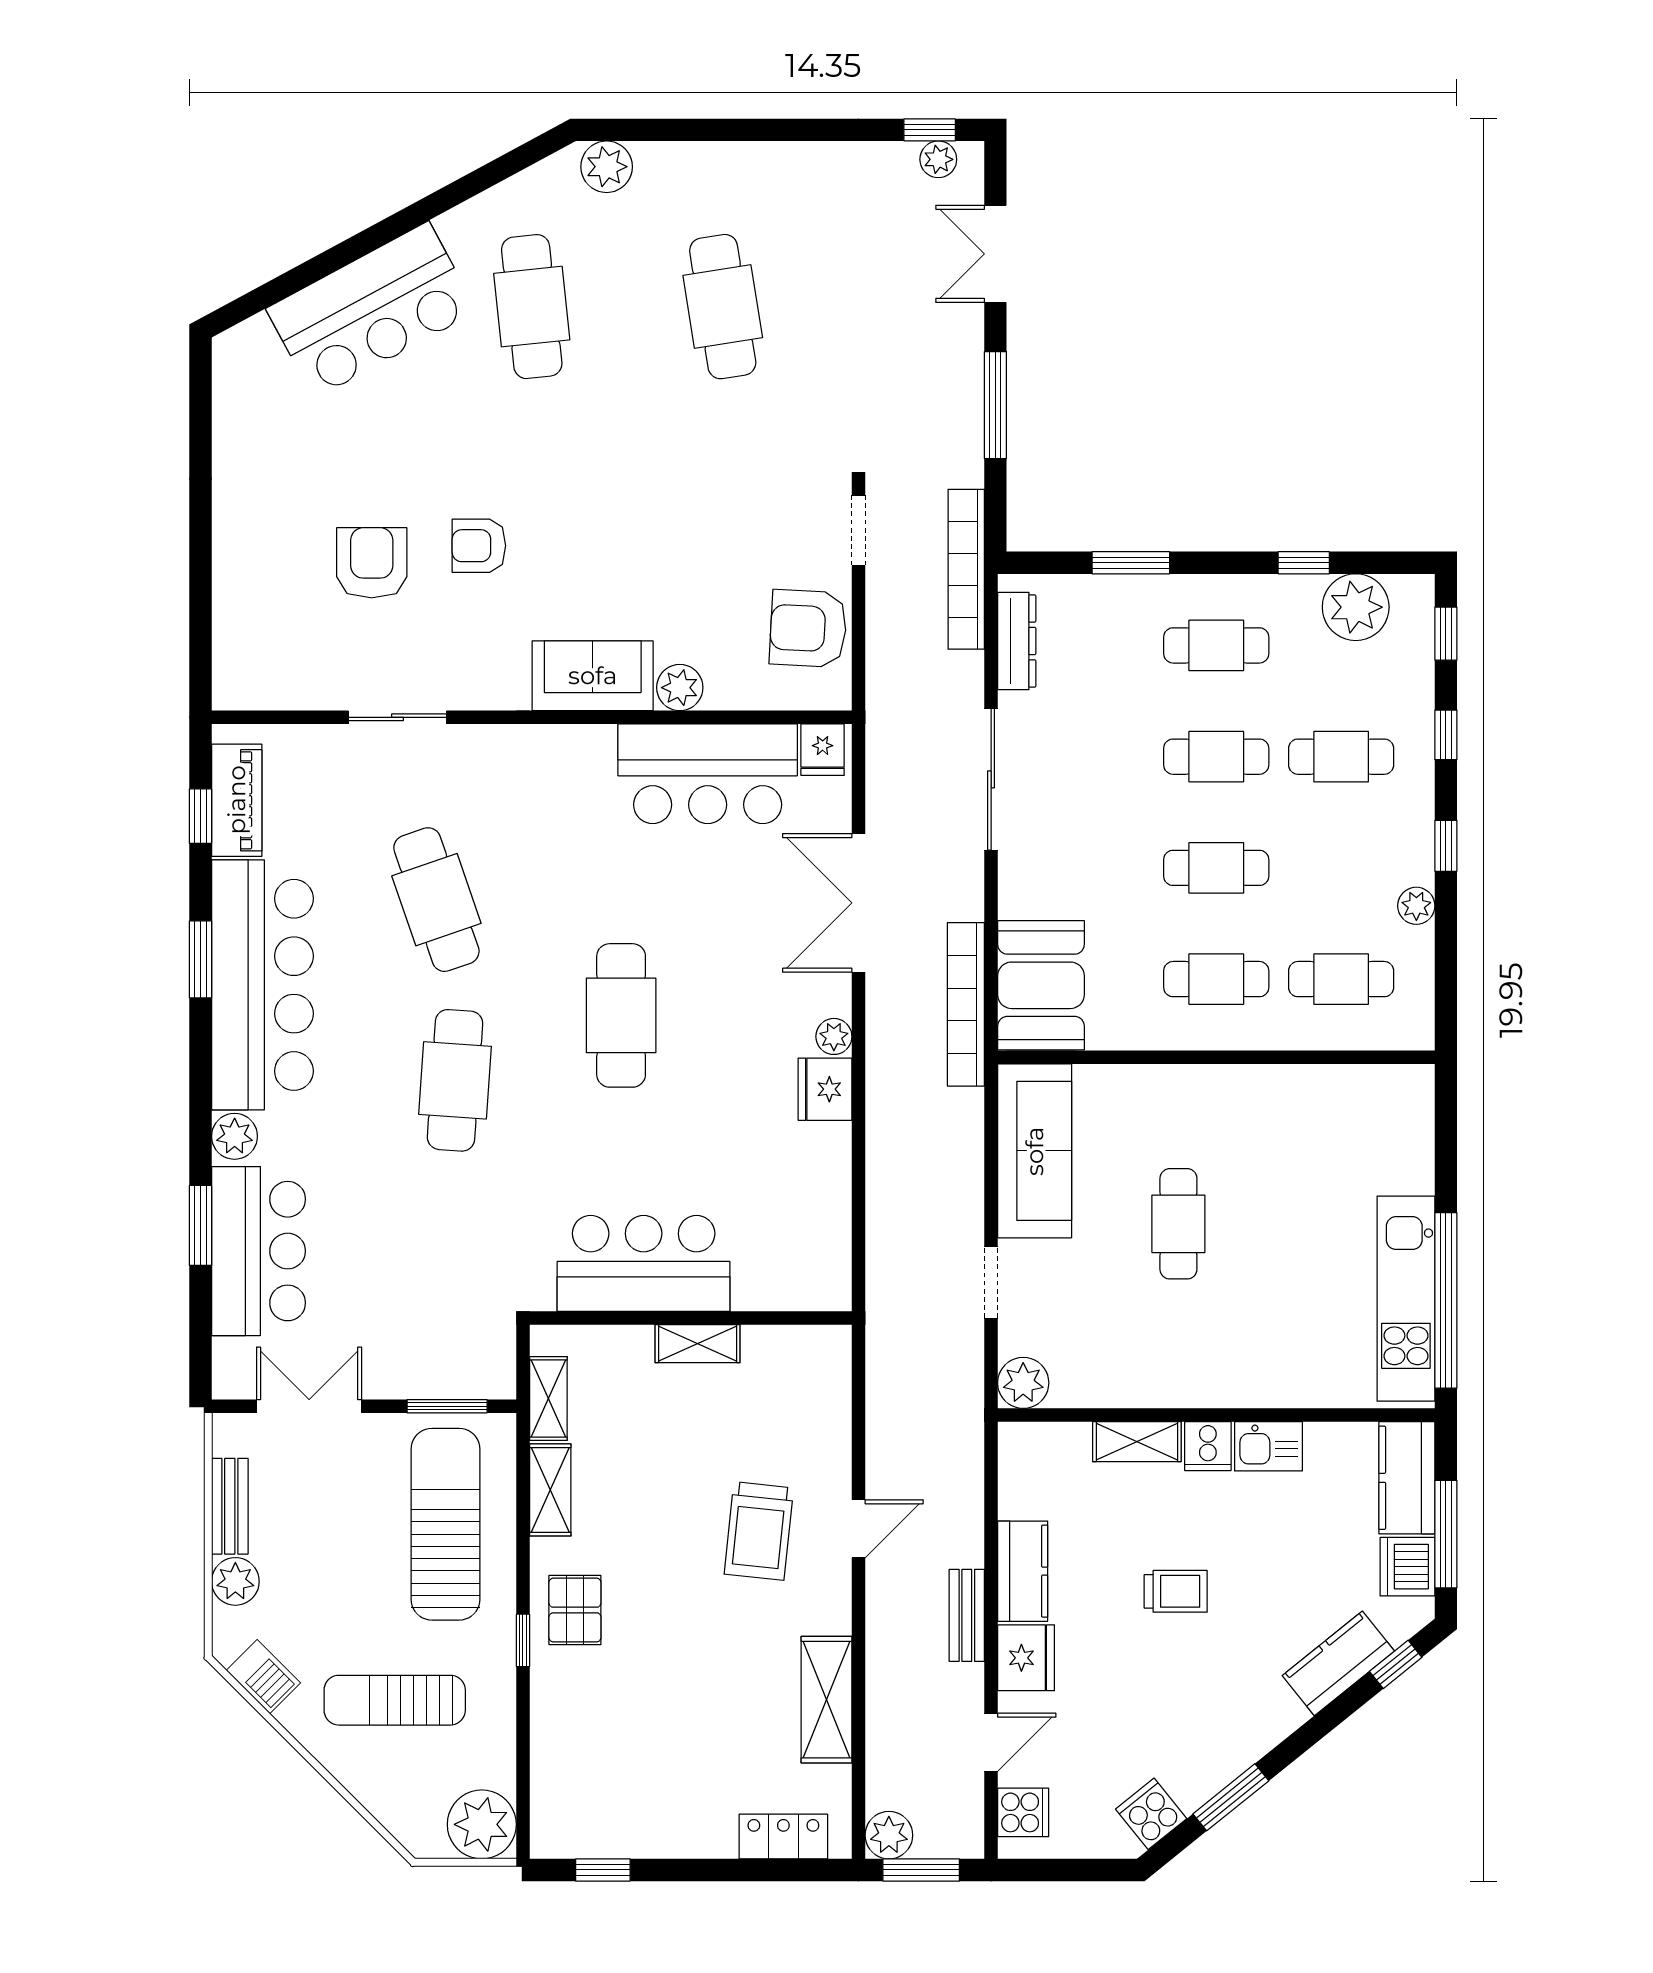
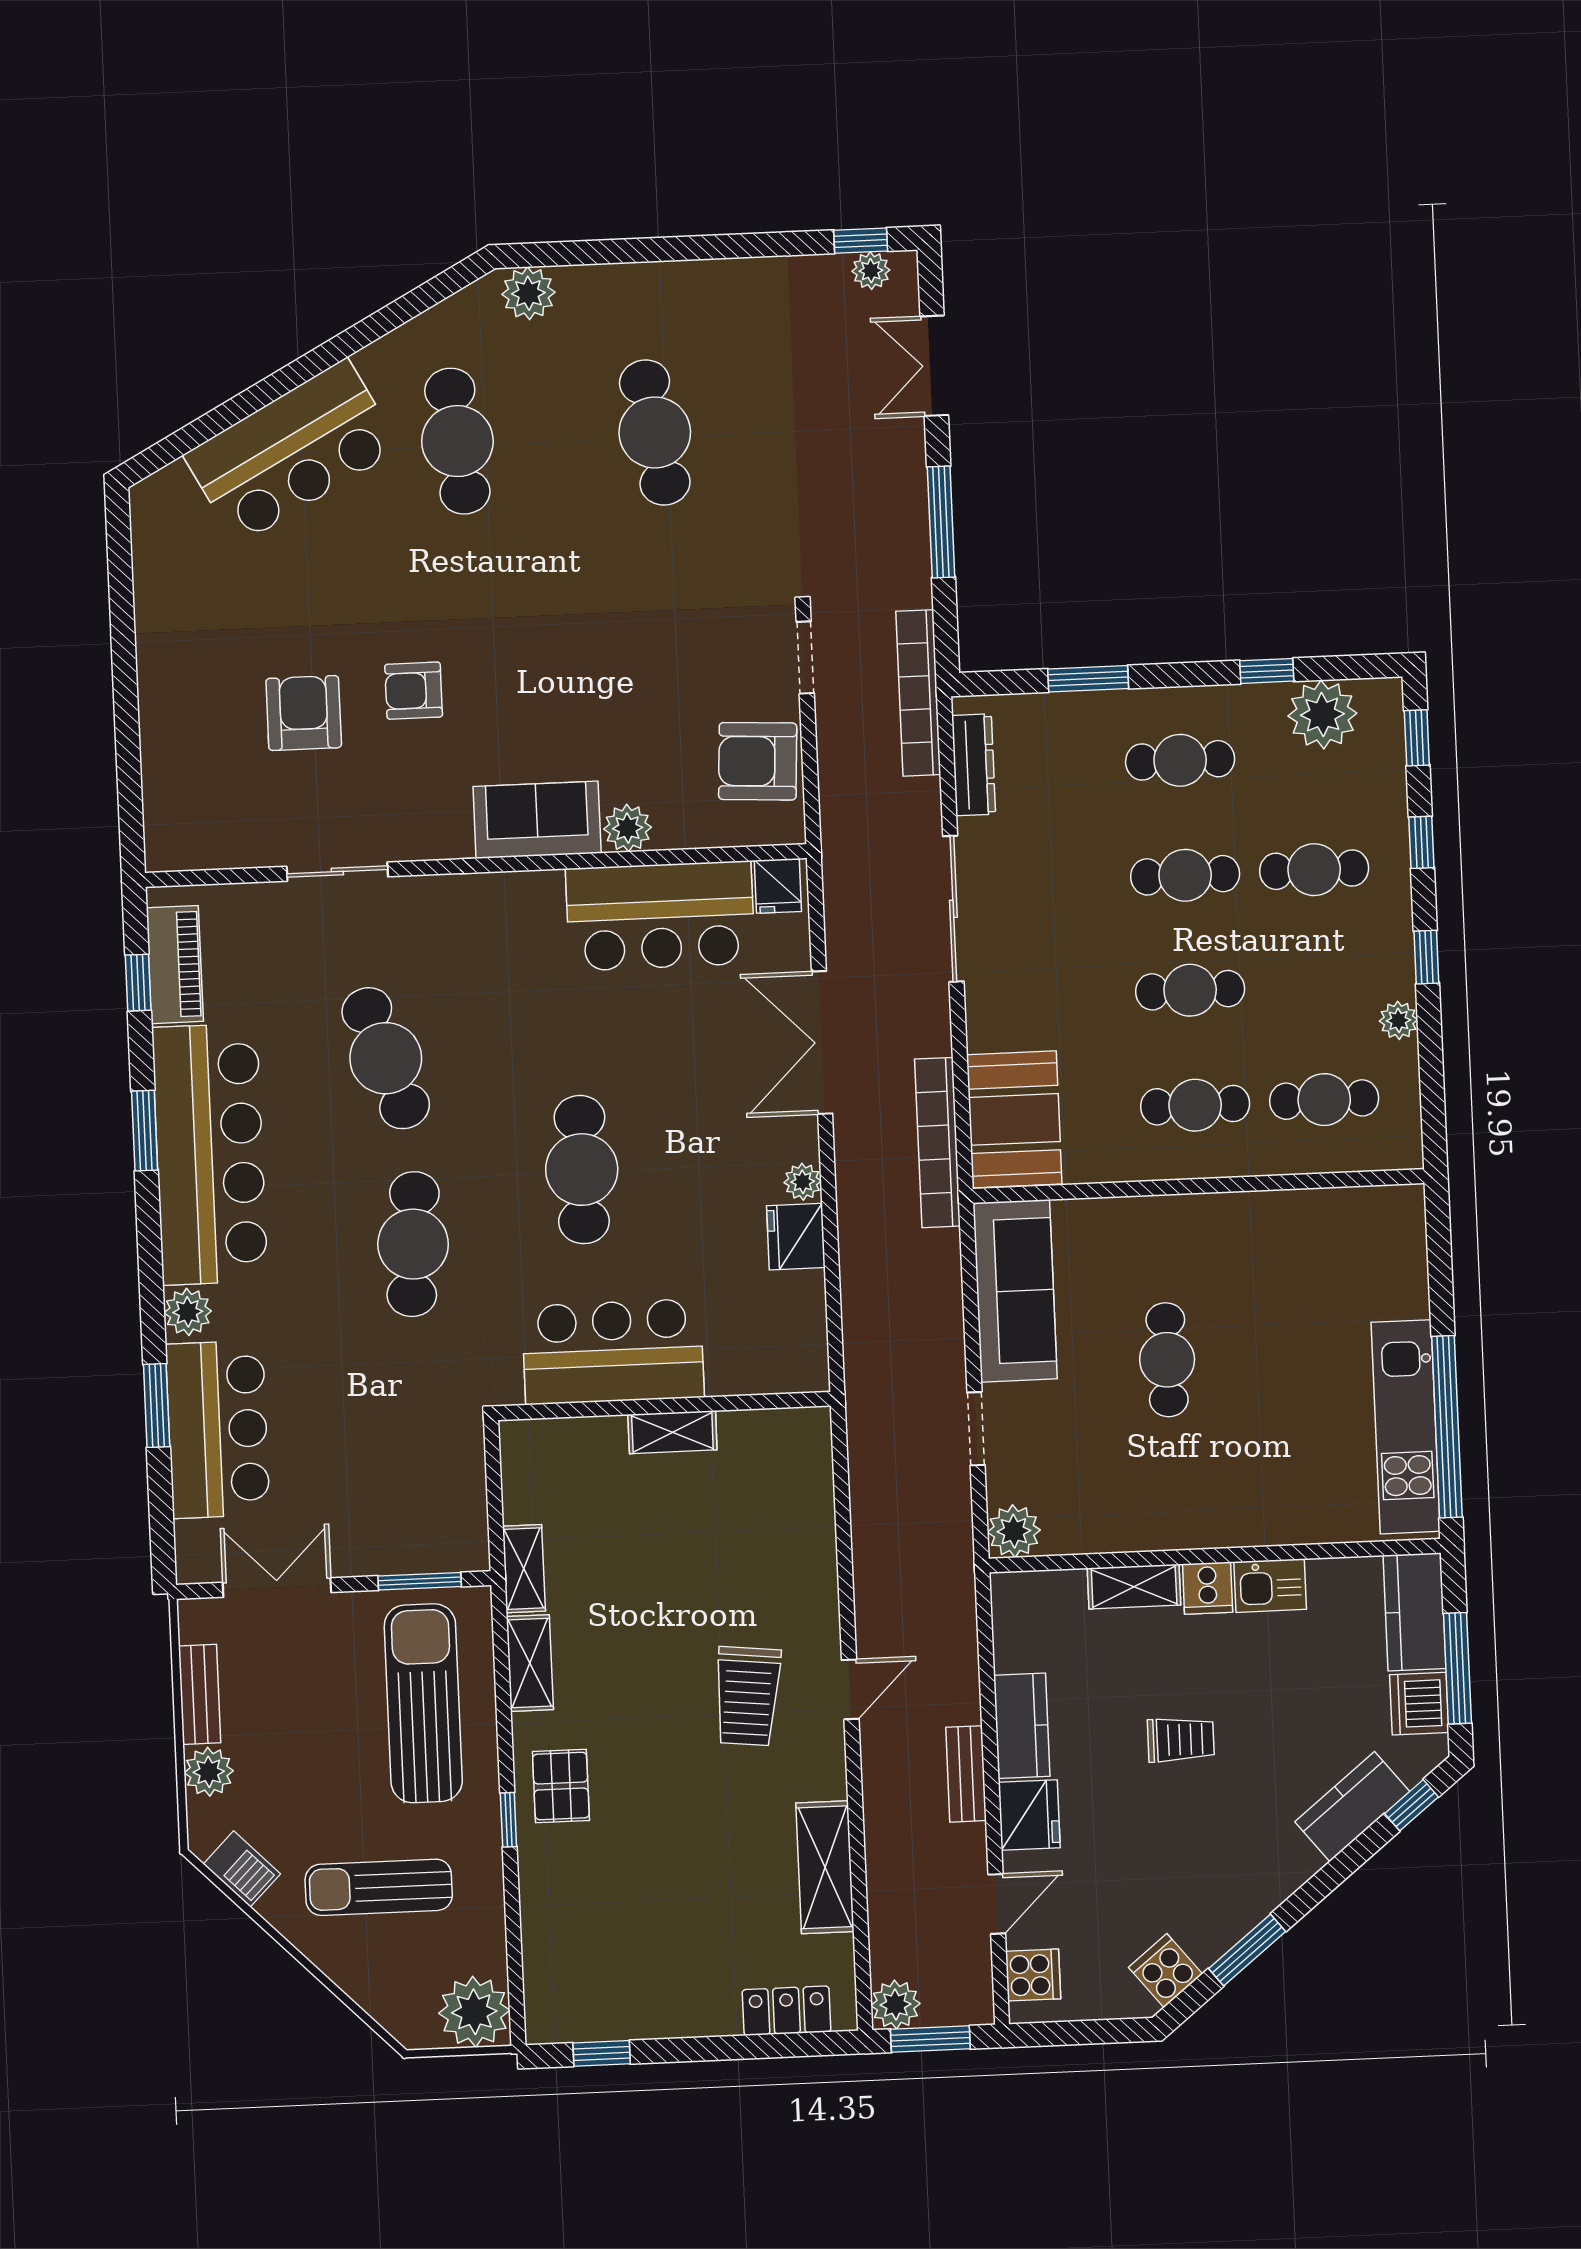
bar counter: (644, 1263) -> (613, 1352), moved
wall: (691, 1318) -> (664, 1406), moved
shelving: (698, 1344) -> (672, 1432), moved

